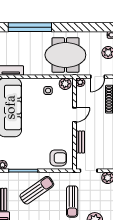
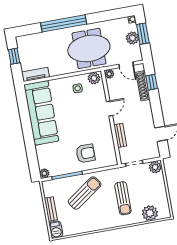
window: (30, 27) -> (64, 23), moved
door: (98, 77) -> (126, 65), hinge flipped
armchair: (58, 158) -> (85, 153), moved

